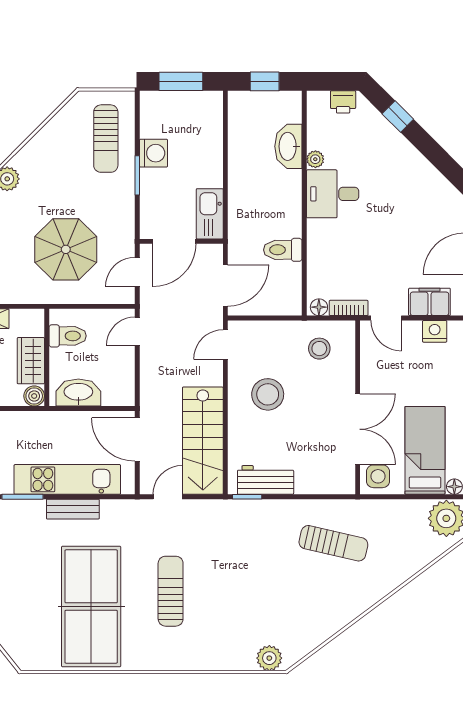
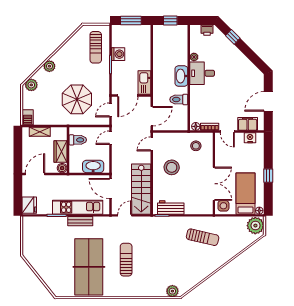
washbasin: (288, 146) -> (181, 76), moved
washbasin: (78, 393) -> (93, 166), moved

